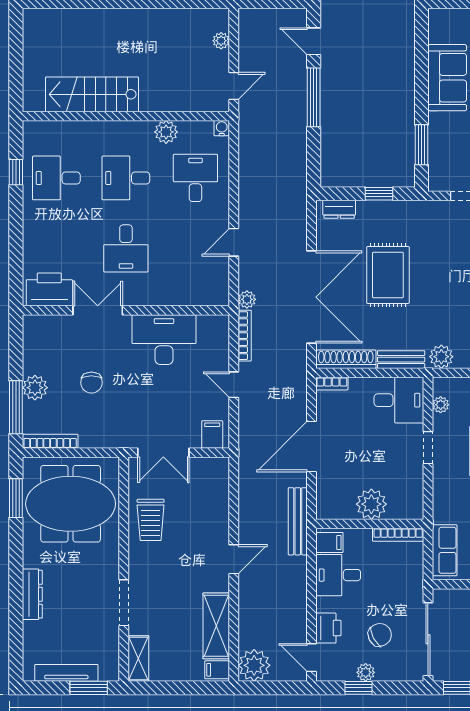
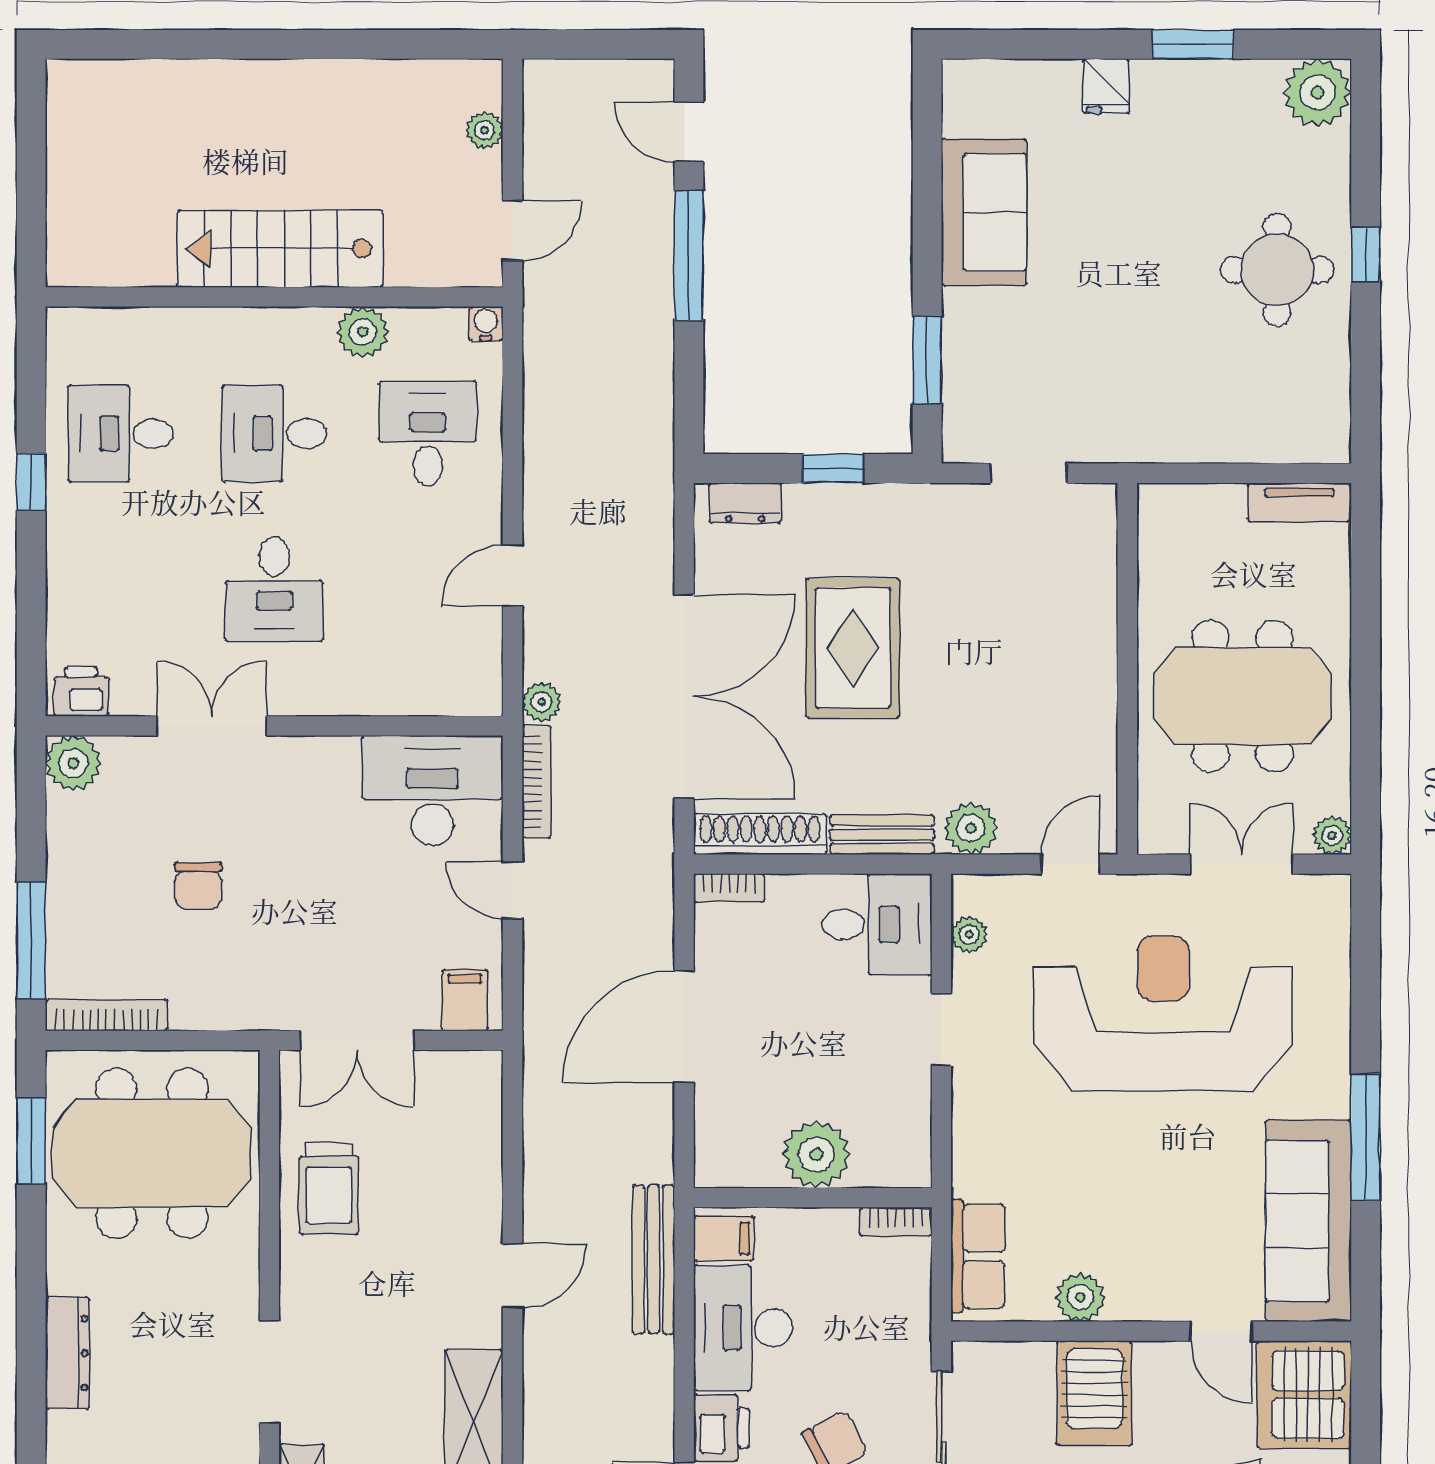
stairs: (92, 94) -> (280, 249), moved
window: (16, 172) -> (31, 482), moved
printer: (49, 289) -> (81, 692), width x0.53, depth x0.68
desk: (164, 340) -> (433, 791), moved
plant: (35, 388) -> (73, 763), moved
bench: (298, 521) -> (654, 1259), moved
bookcase: (398, 535) -> (896, 1222), width x0.64
desk: (338, 575) -> (743, 1328), width x1.37

